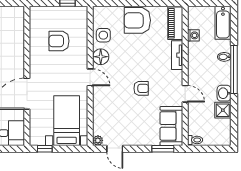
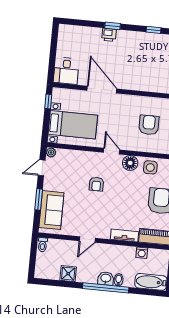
door: (90, 77) -> (112, 151), swing flipped
armchair: (141, 88) -> (96, 184), moved
washbasin: (224, 93) -> (106, 278), moved
sofa: (171, 126) -> (51, 210), moved, turned 90
window: (163, 149) -> (39, 199), moved

